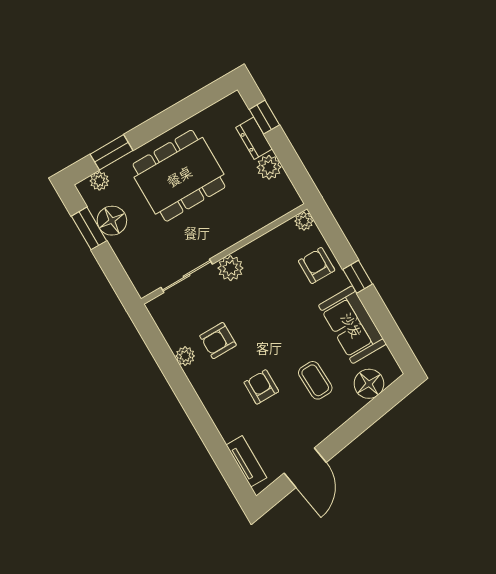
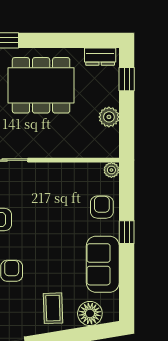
dresser: (254, 138) -> (100, 57), moved, turned -90
plant: (230, 268) -> (39, 173), removed
coffee table: (315, 380) -> (53, 308), moved

